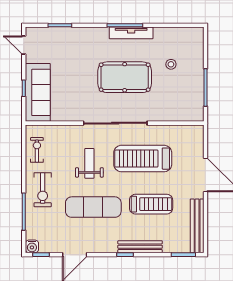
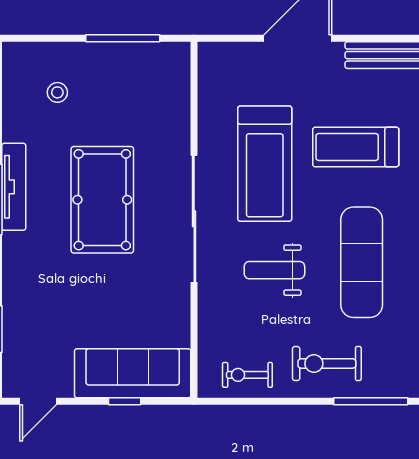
stool: (171, 64) -> (57, 92), moved
exercise bike: (43, 190) -> (327, 363), turned 180
treadmill: (151, 204) -> (356, 147), turned -90

